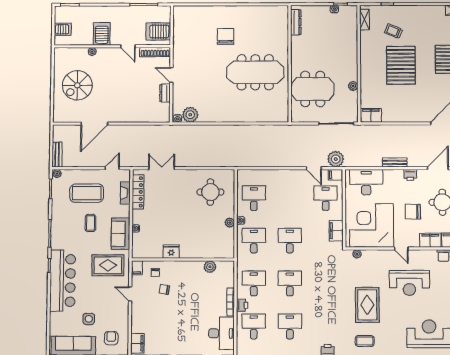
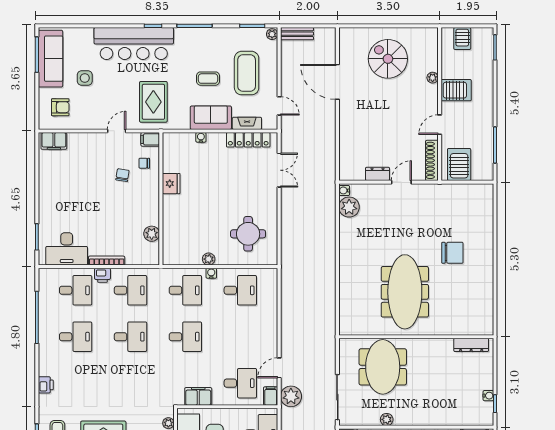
sofa: (121, 234) -> (211, 118), moved

